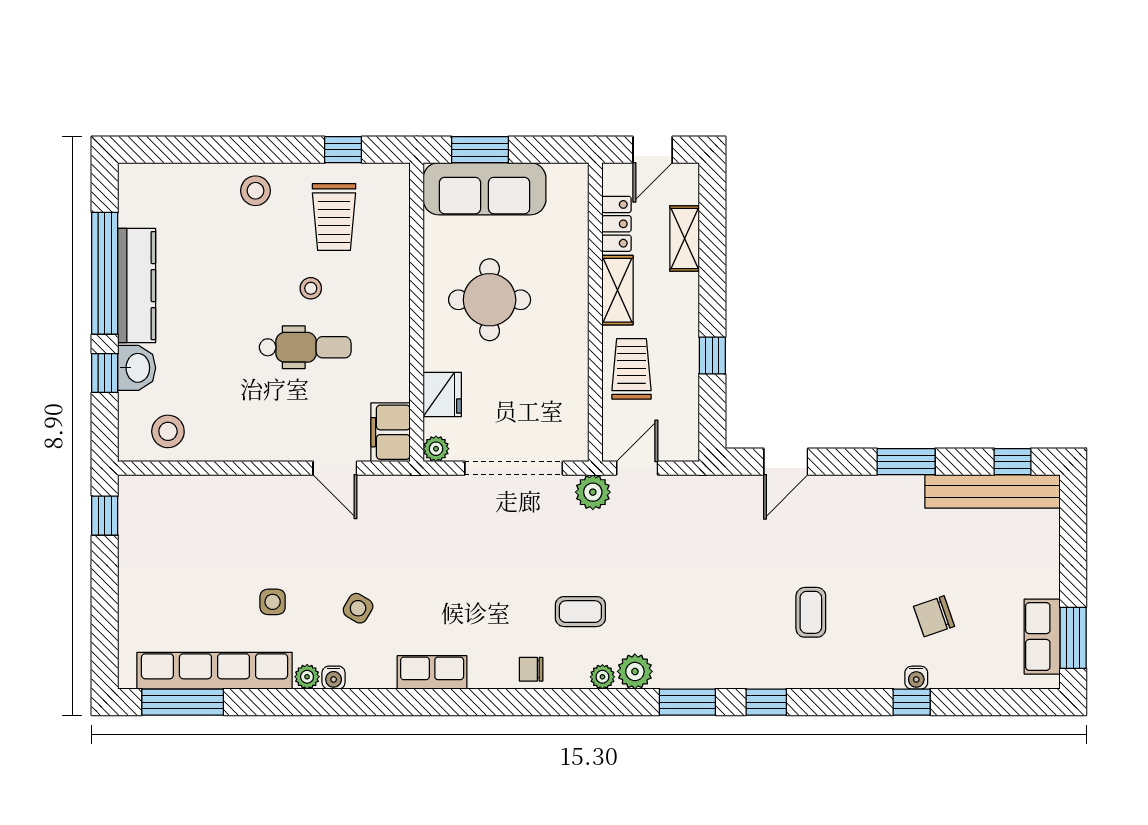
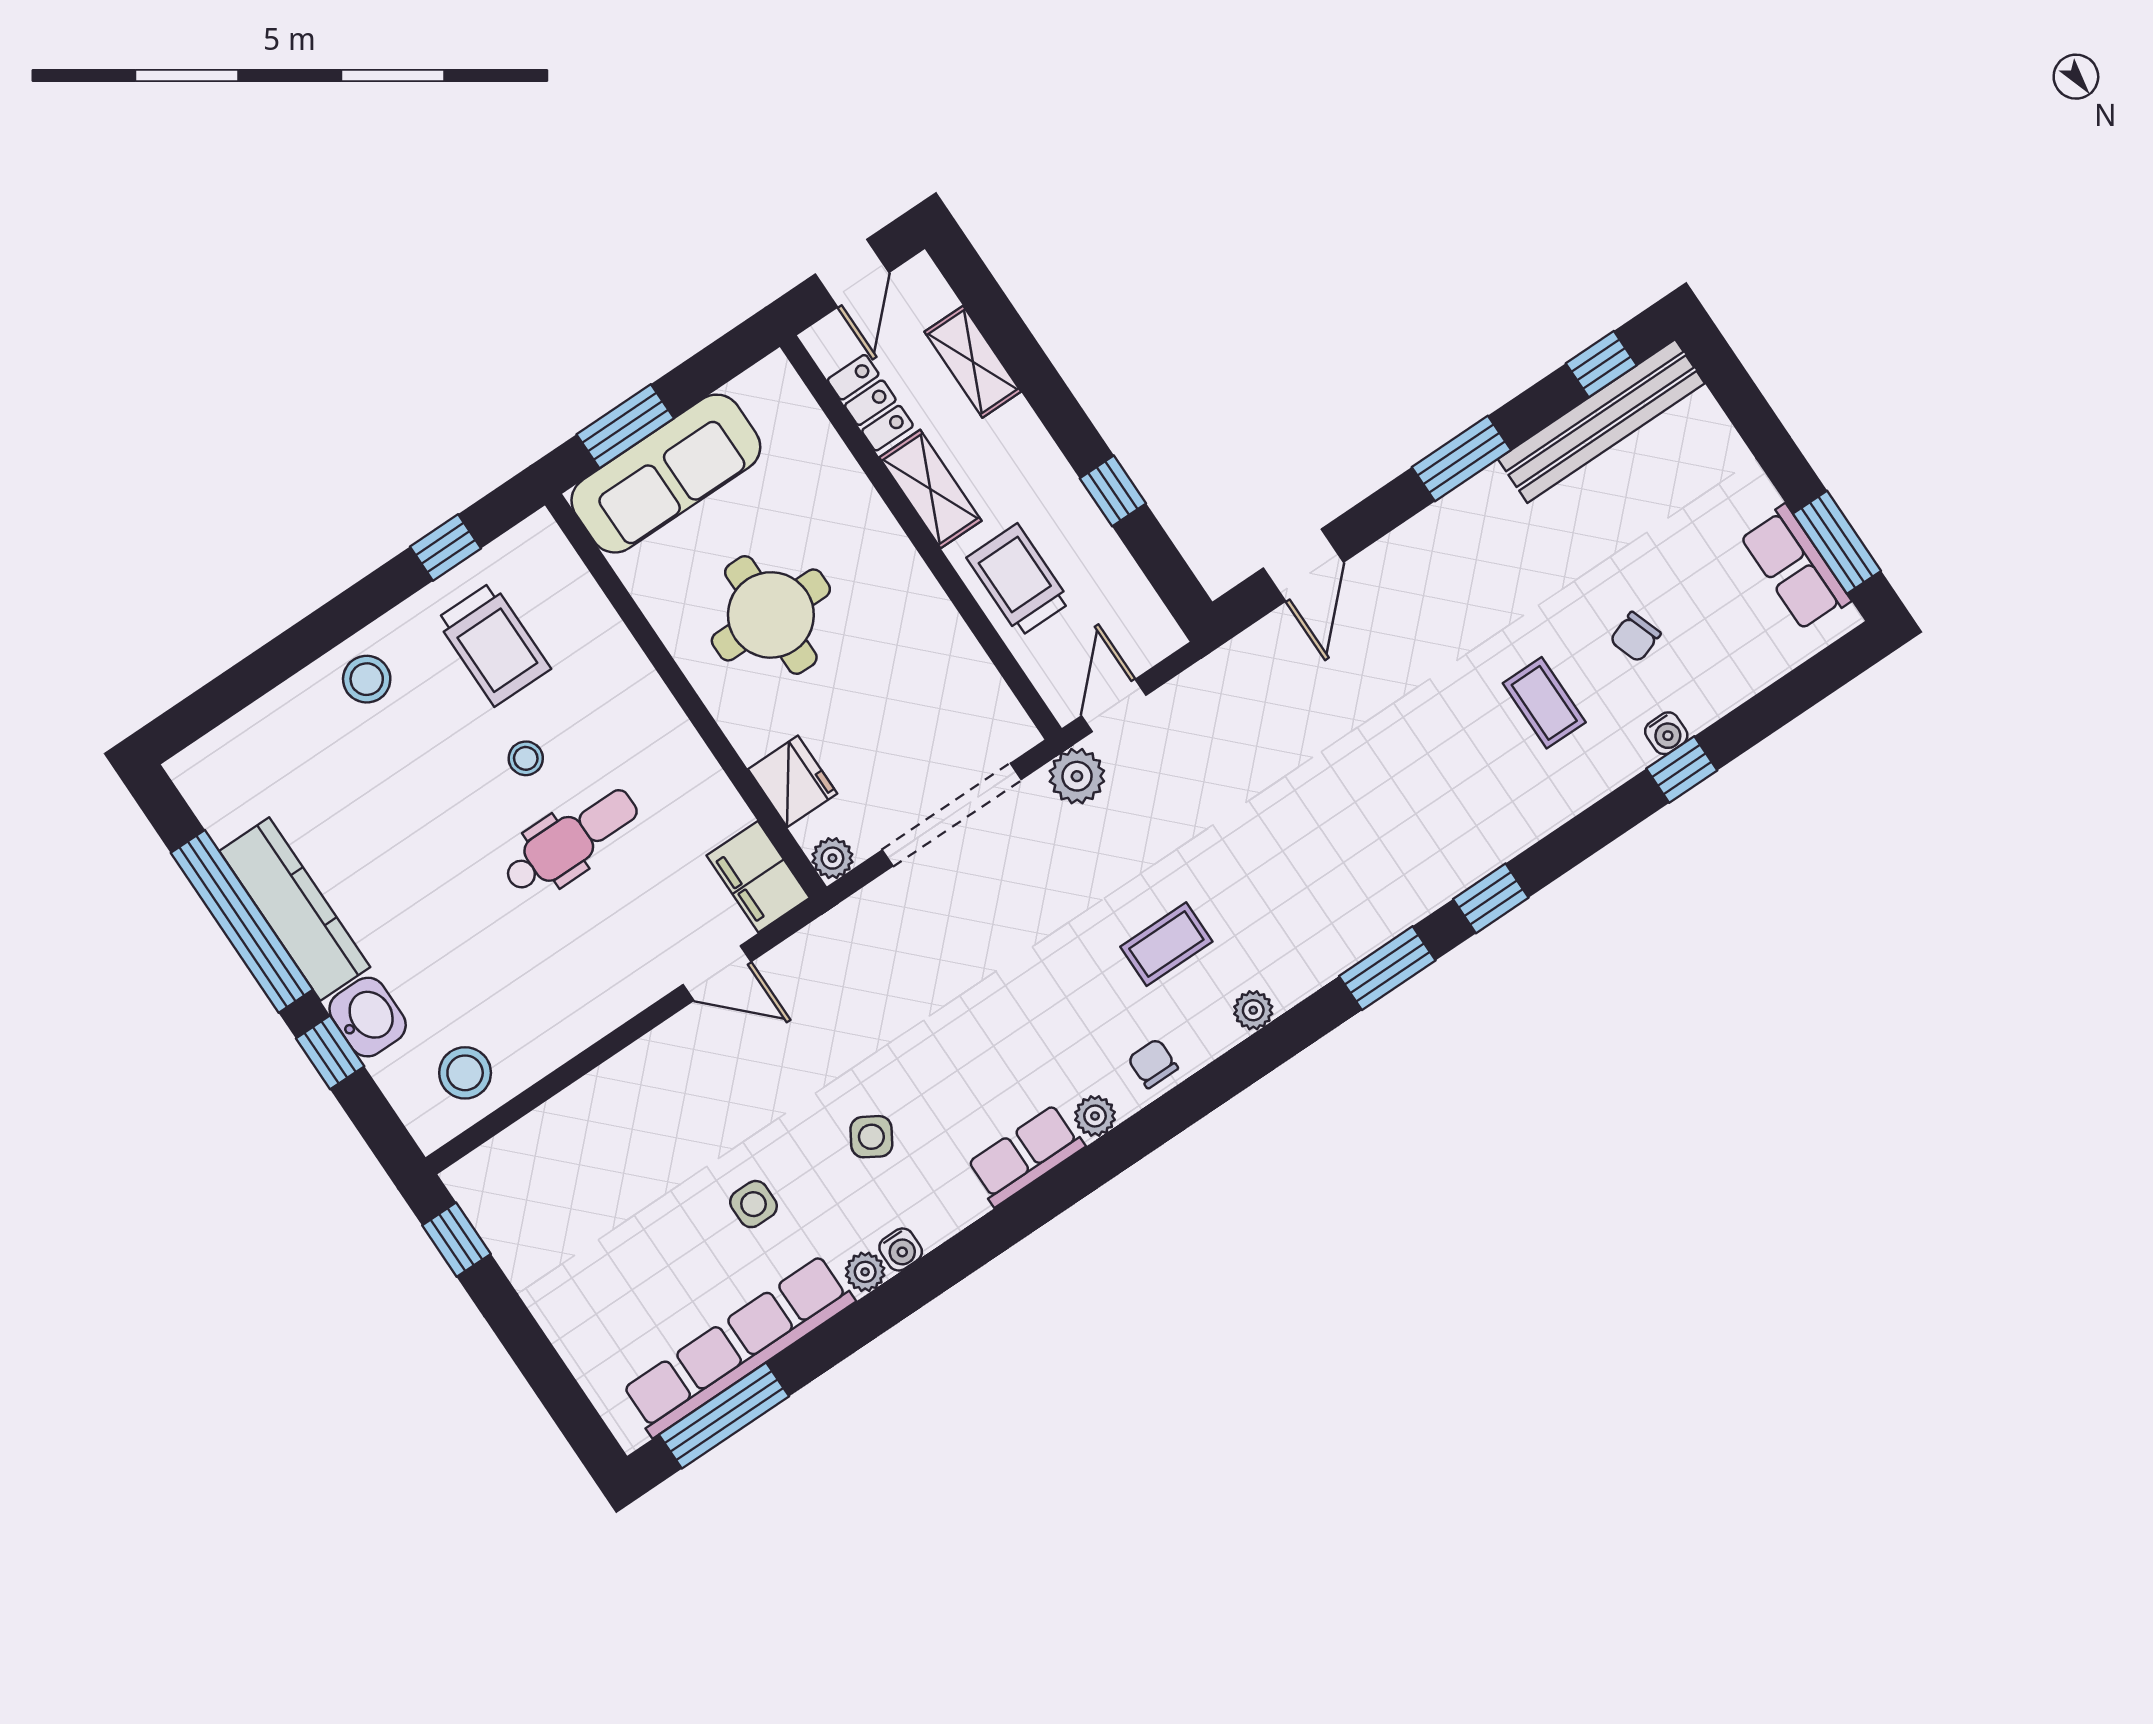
coffee table: (811, 612) -> (1544, 703), moved
chair: (934, 616) -> (1635, 637), width x0.73, depth x0.73
chair: (531, 669) -> (1153, 1063), turned 90
plant: (635, 671) -> (1095, 1116), moved, width x0.73, depth x0.73

